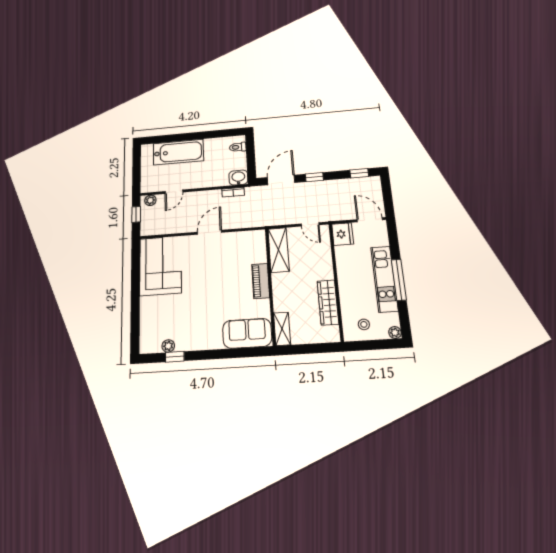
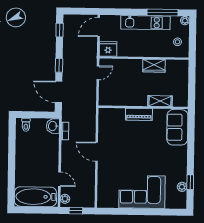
bathtub: (178, 152) -> (35, 197), moved, turned -90
shelving: (279, 250) -> (116, 99), removed
corner sofa: (160, 266) -> (142, 192), moved
window: (399, 280) -> (163, 12), moved
wardrobe: (328, 302) -> (154, 66), width x0.67
shelving: (282, 329) -> (160, 101), moved

